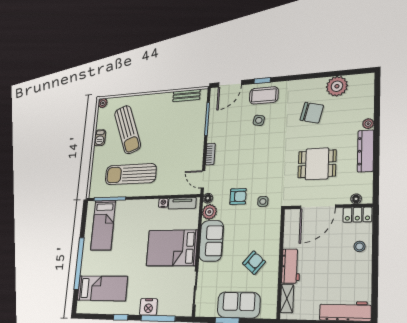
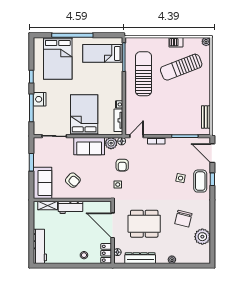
dresser: (366, 151) -> (140, 258), moved
dining table: (317, 164) -> (144, 224), width x1.38
bed: (102, 288) -> (58, 58), width x1.50
sofa: (239, 305) -> (43, 183), moved

